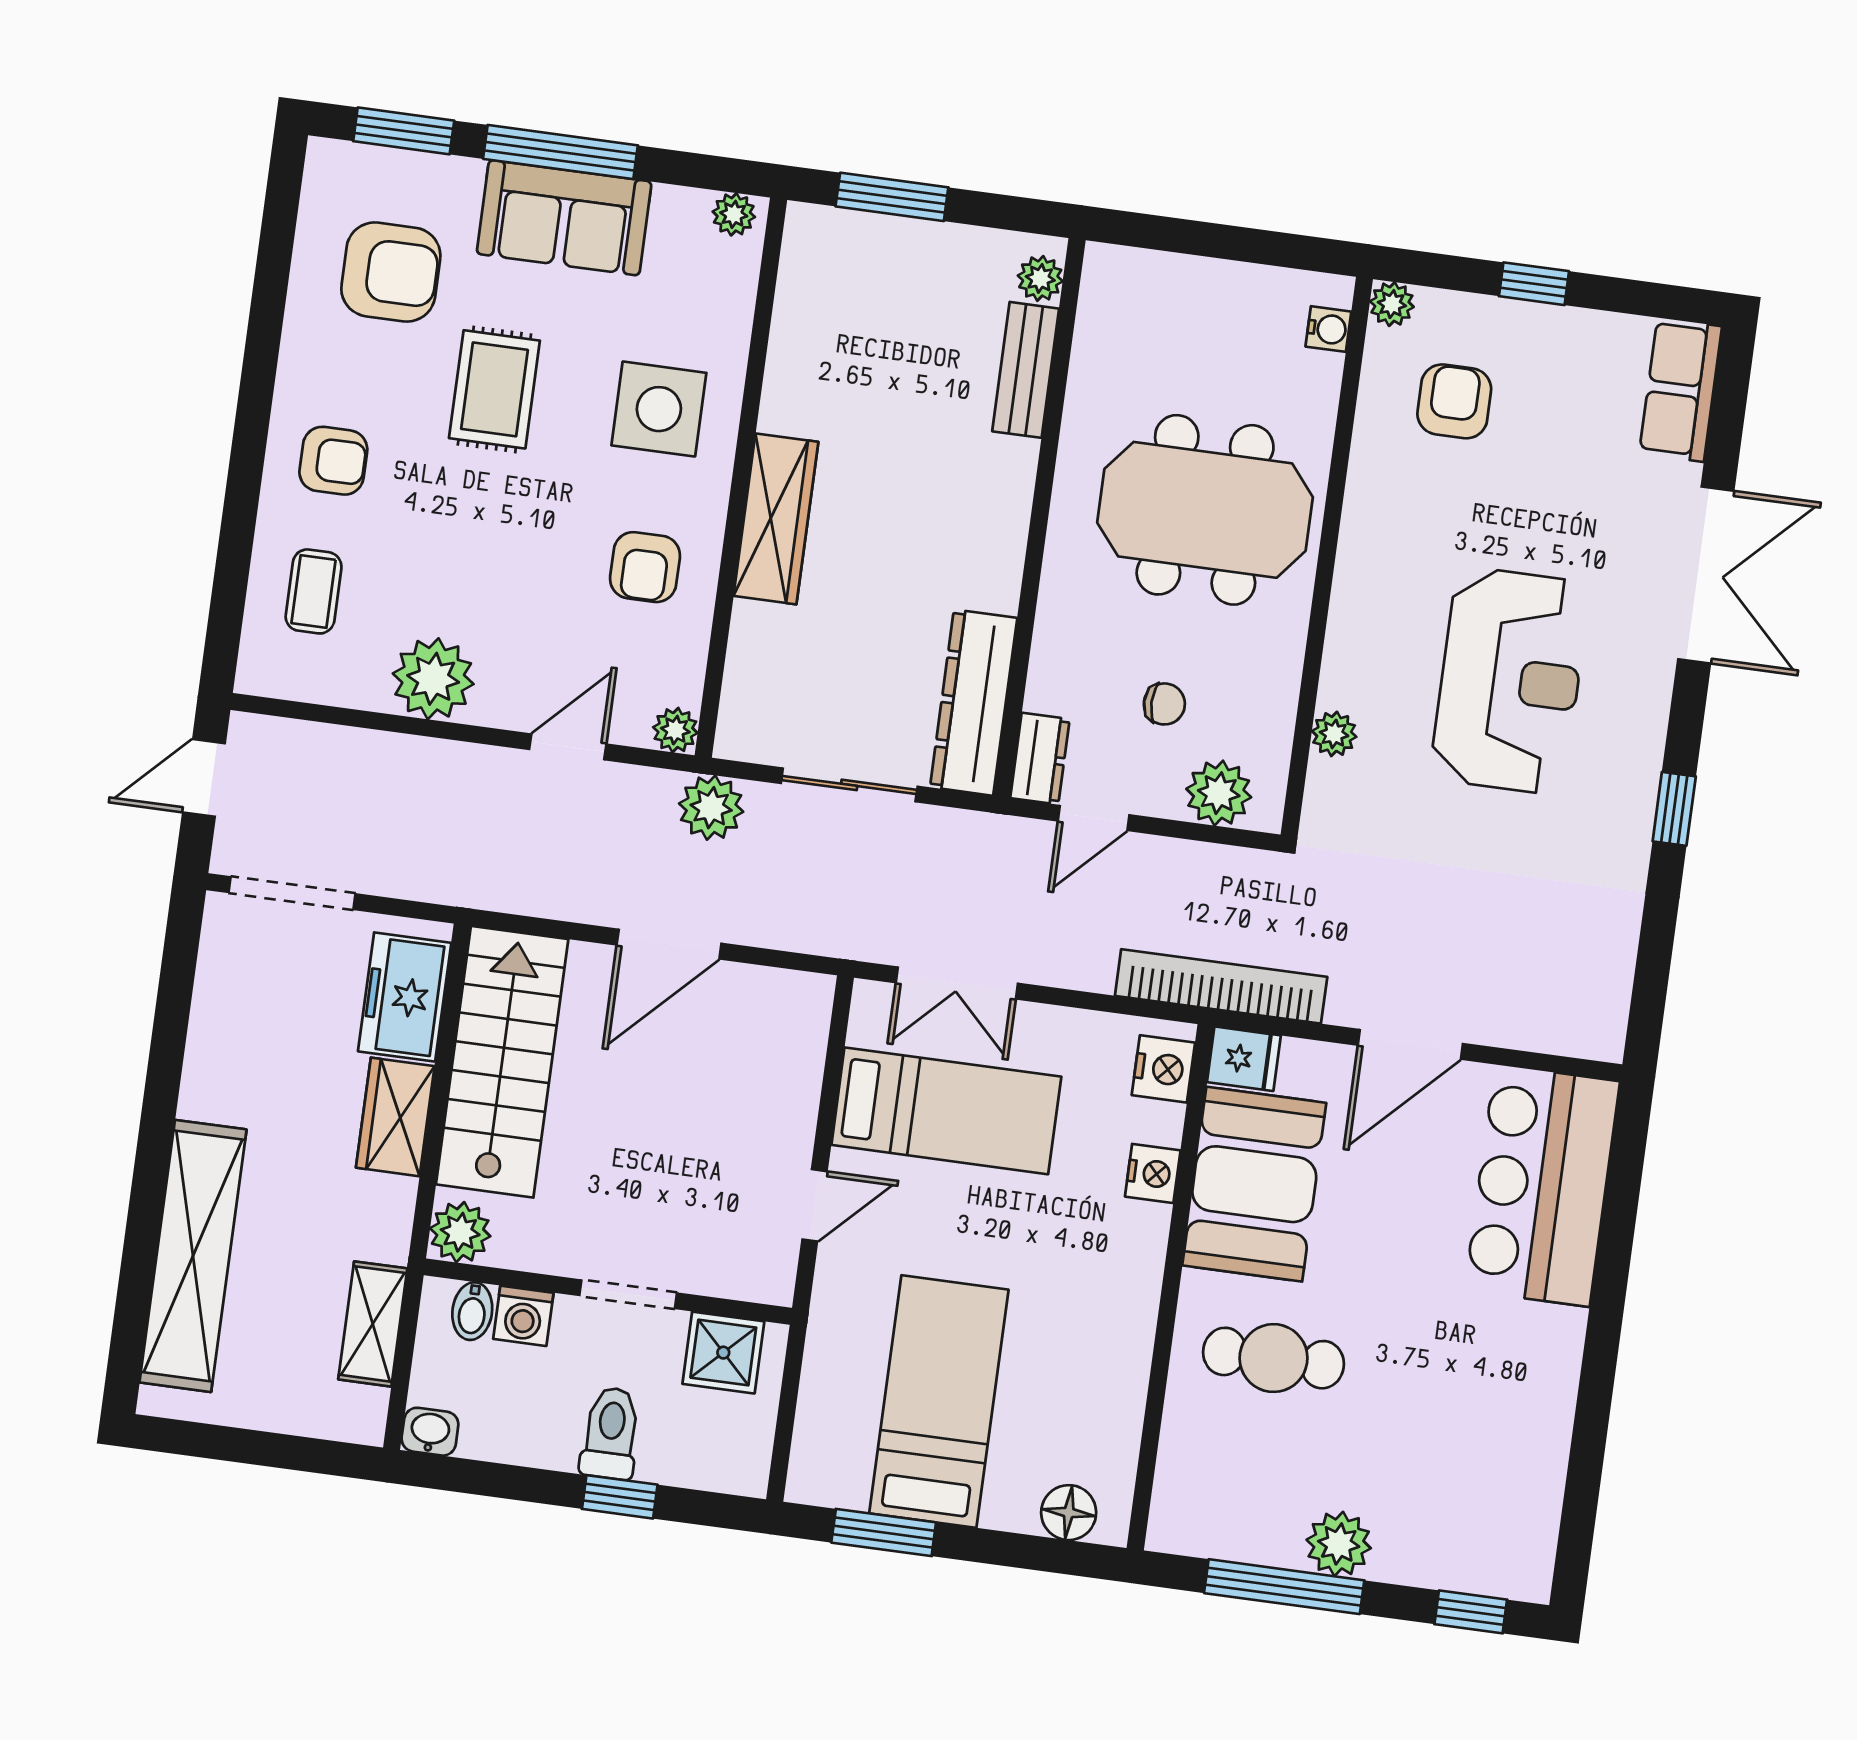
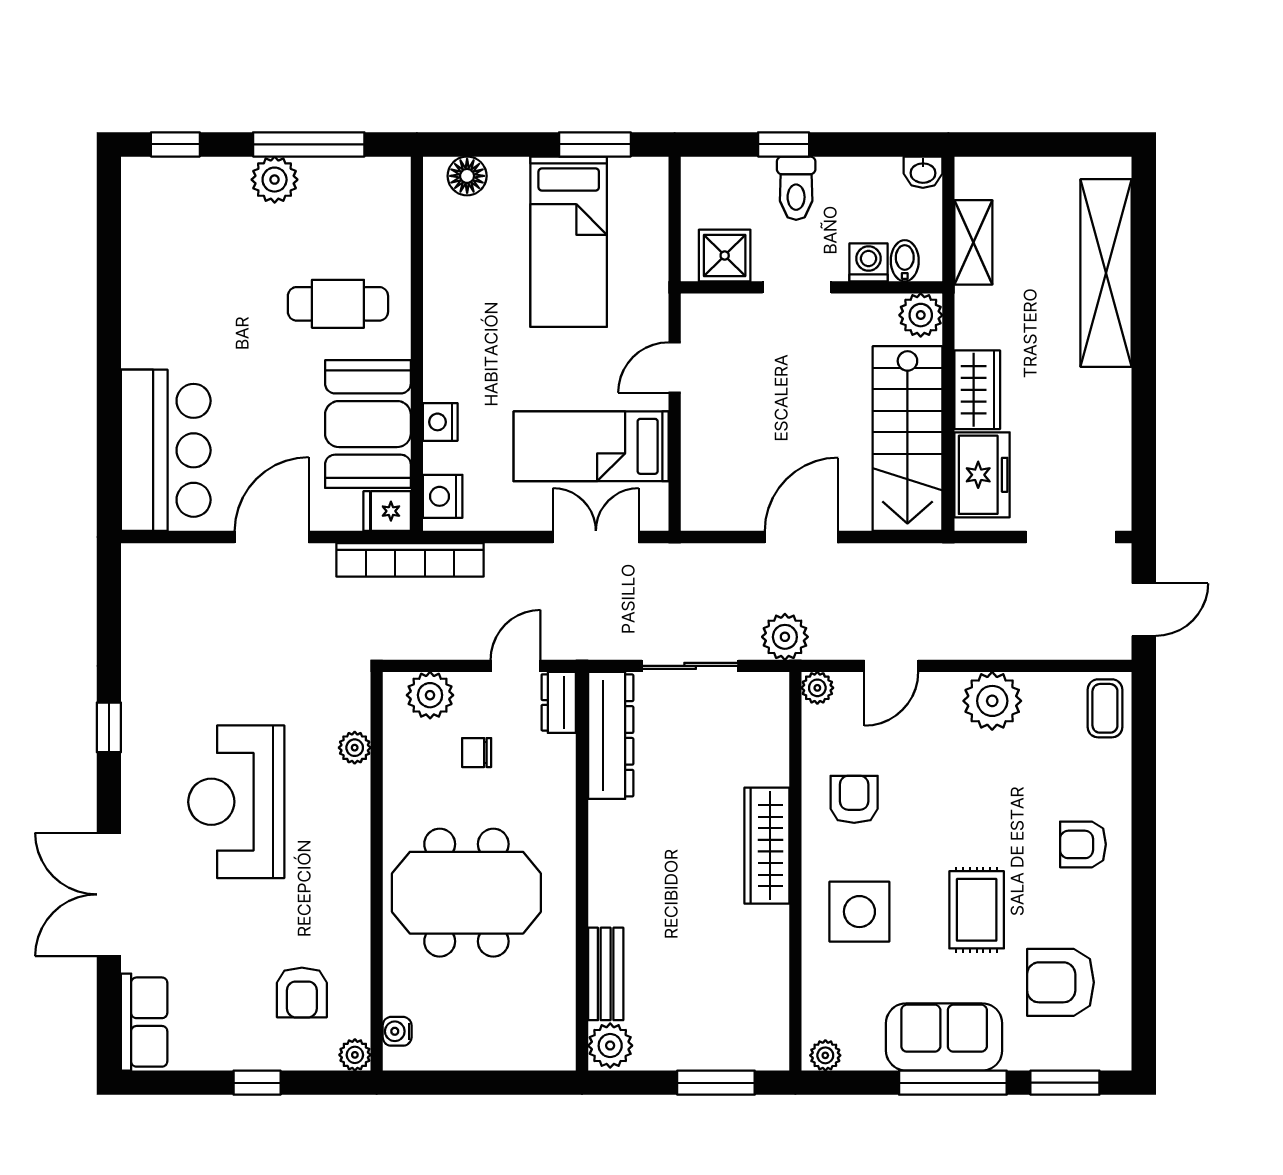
plant: (1040, 278) -> (610, 1046), width x1.38, depth x1.38
coffee table: (314, 591) -> (1105, 708), moved

